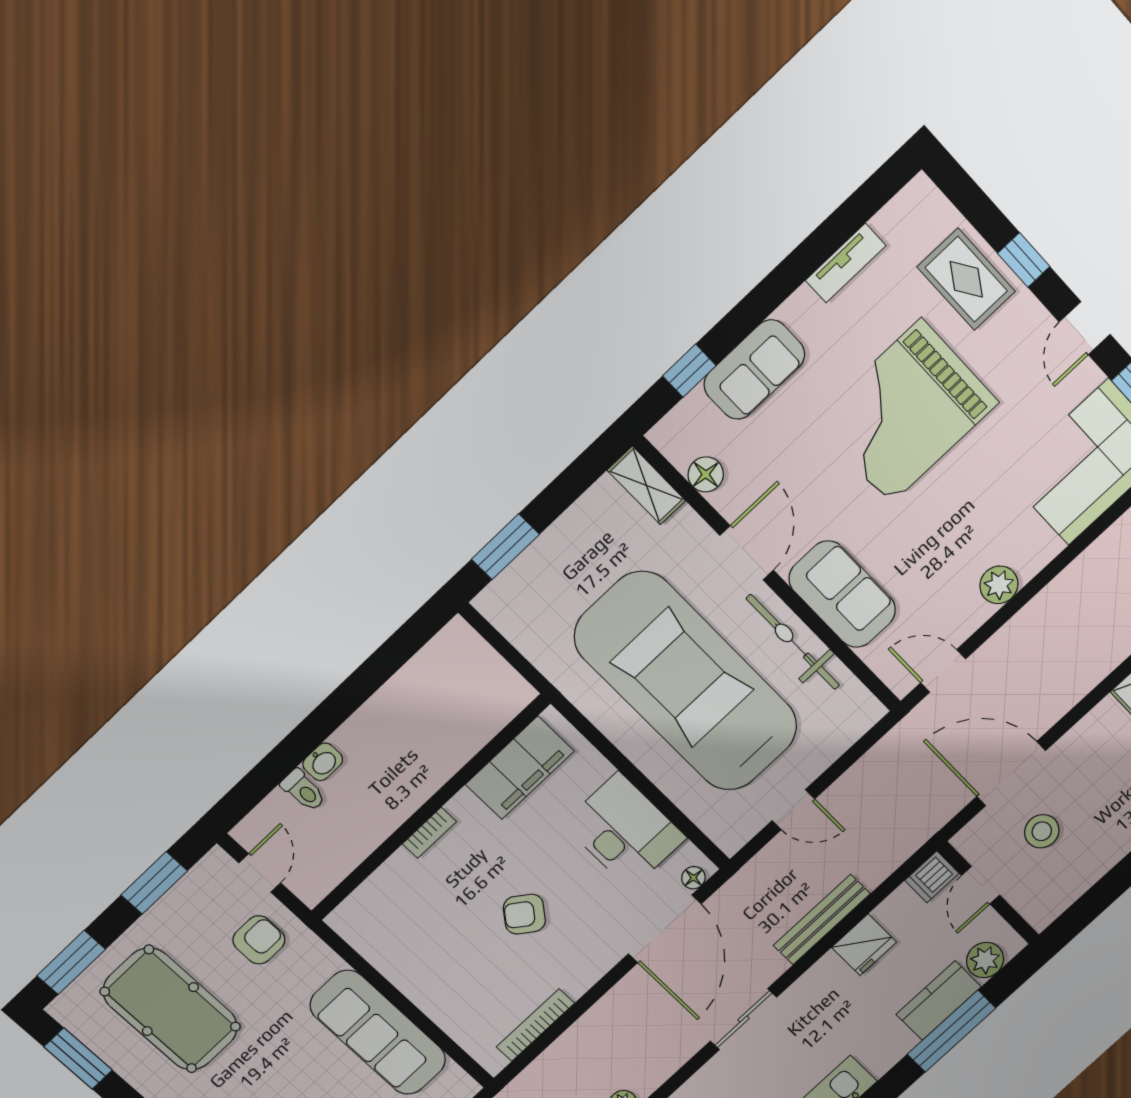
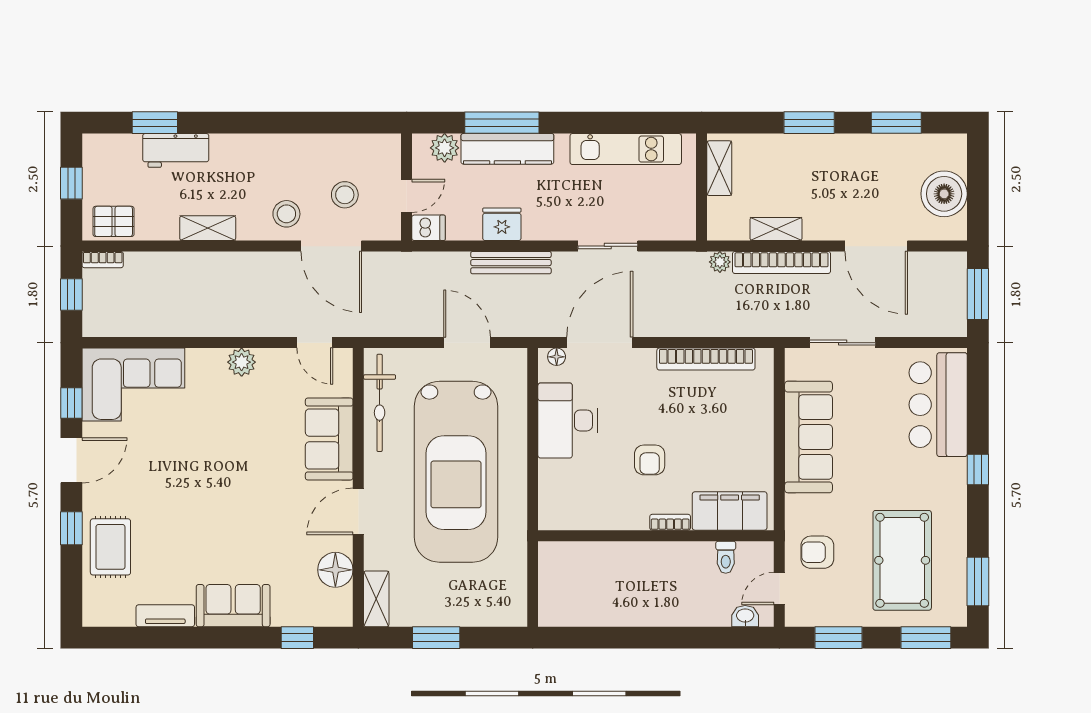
door: (1085, 328) -> (71, 460), width x1.38
sofa: (754, 370) -> (233, 606), moved
grand piano: (906, 412) -> (205, 507), removed
floor lamp: (706, 474) -> (335, 570), width x1.38, depth x1.38
window: (505, 547) -> (436, 638), moved
bicycle: (793, 642) -> (380, 403), moved
washbasin: (323, 762) -> (745, 616), moved
stool: (1083, 762) -> (286, 214), added
filing cabinet: (520, 768) -> (730, 511), moved
toilet: (303, 790) -> (726, 557), moved, turned 180
door: (793, 810) -> (467, 343), width x1.38
armchair: (524, 914) -> (650, 460), moved, turned 53
kitchen counter: (939, 1001) -> (507, 149), width x1.50
bookcase: (535, 1025) -> (706, 359), width x1.48, depth x1.31

